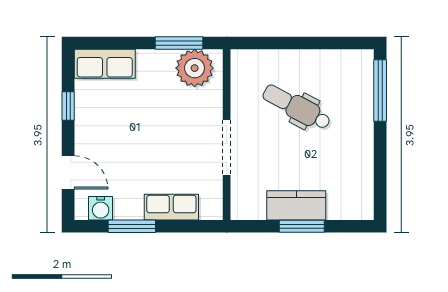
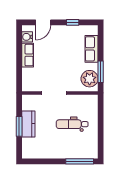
row of seats: (105, 64) -> (91, 49), moved
dental chair: (297, 107) -> (72, 124), turned -118
row of seats: (171, 207) -> (28, 55), moved
window: (132, 226) -> (19, 51), removed

